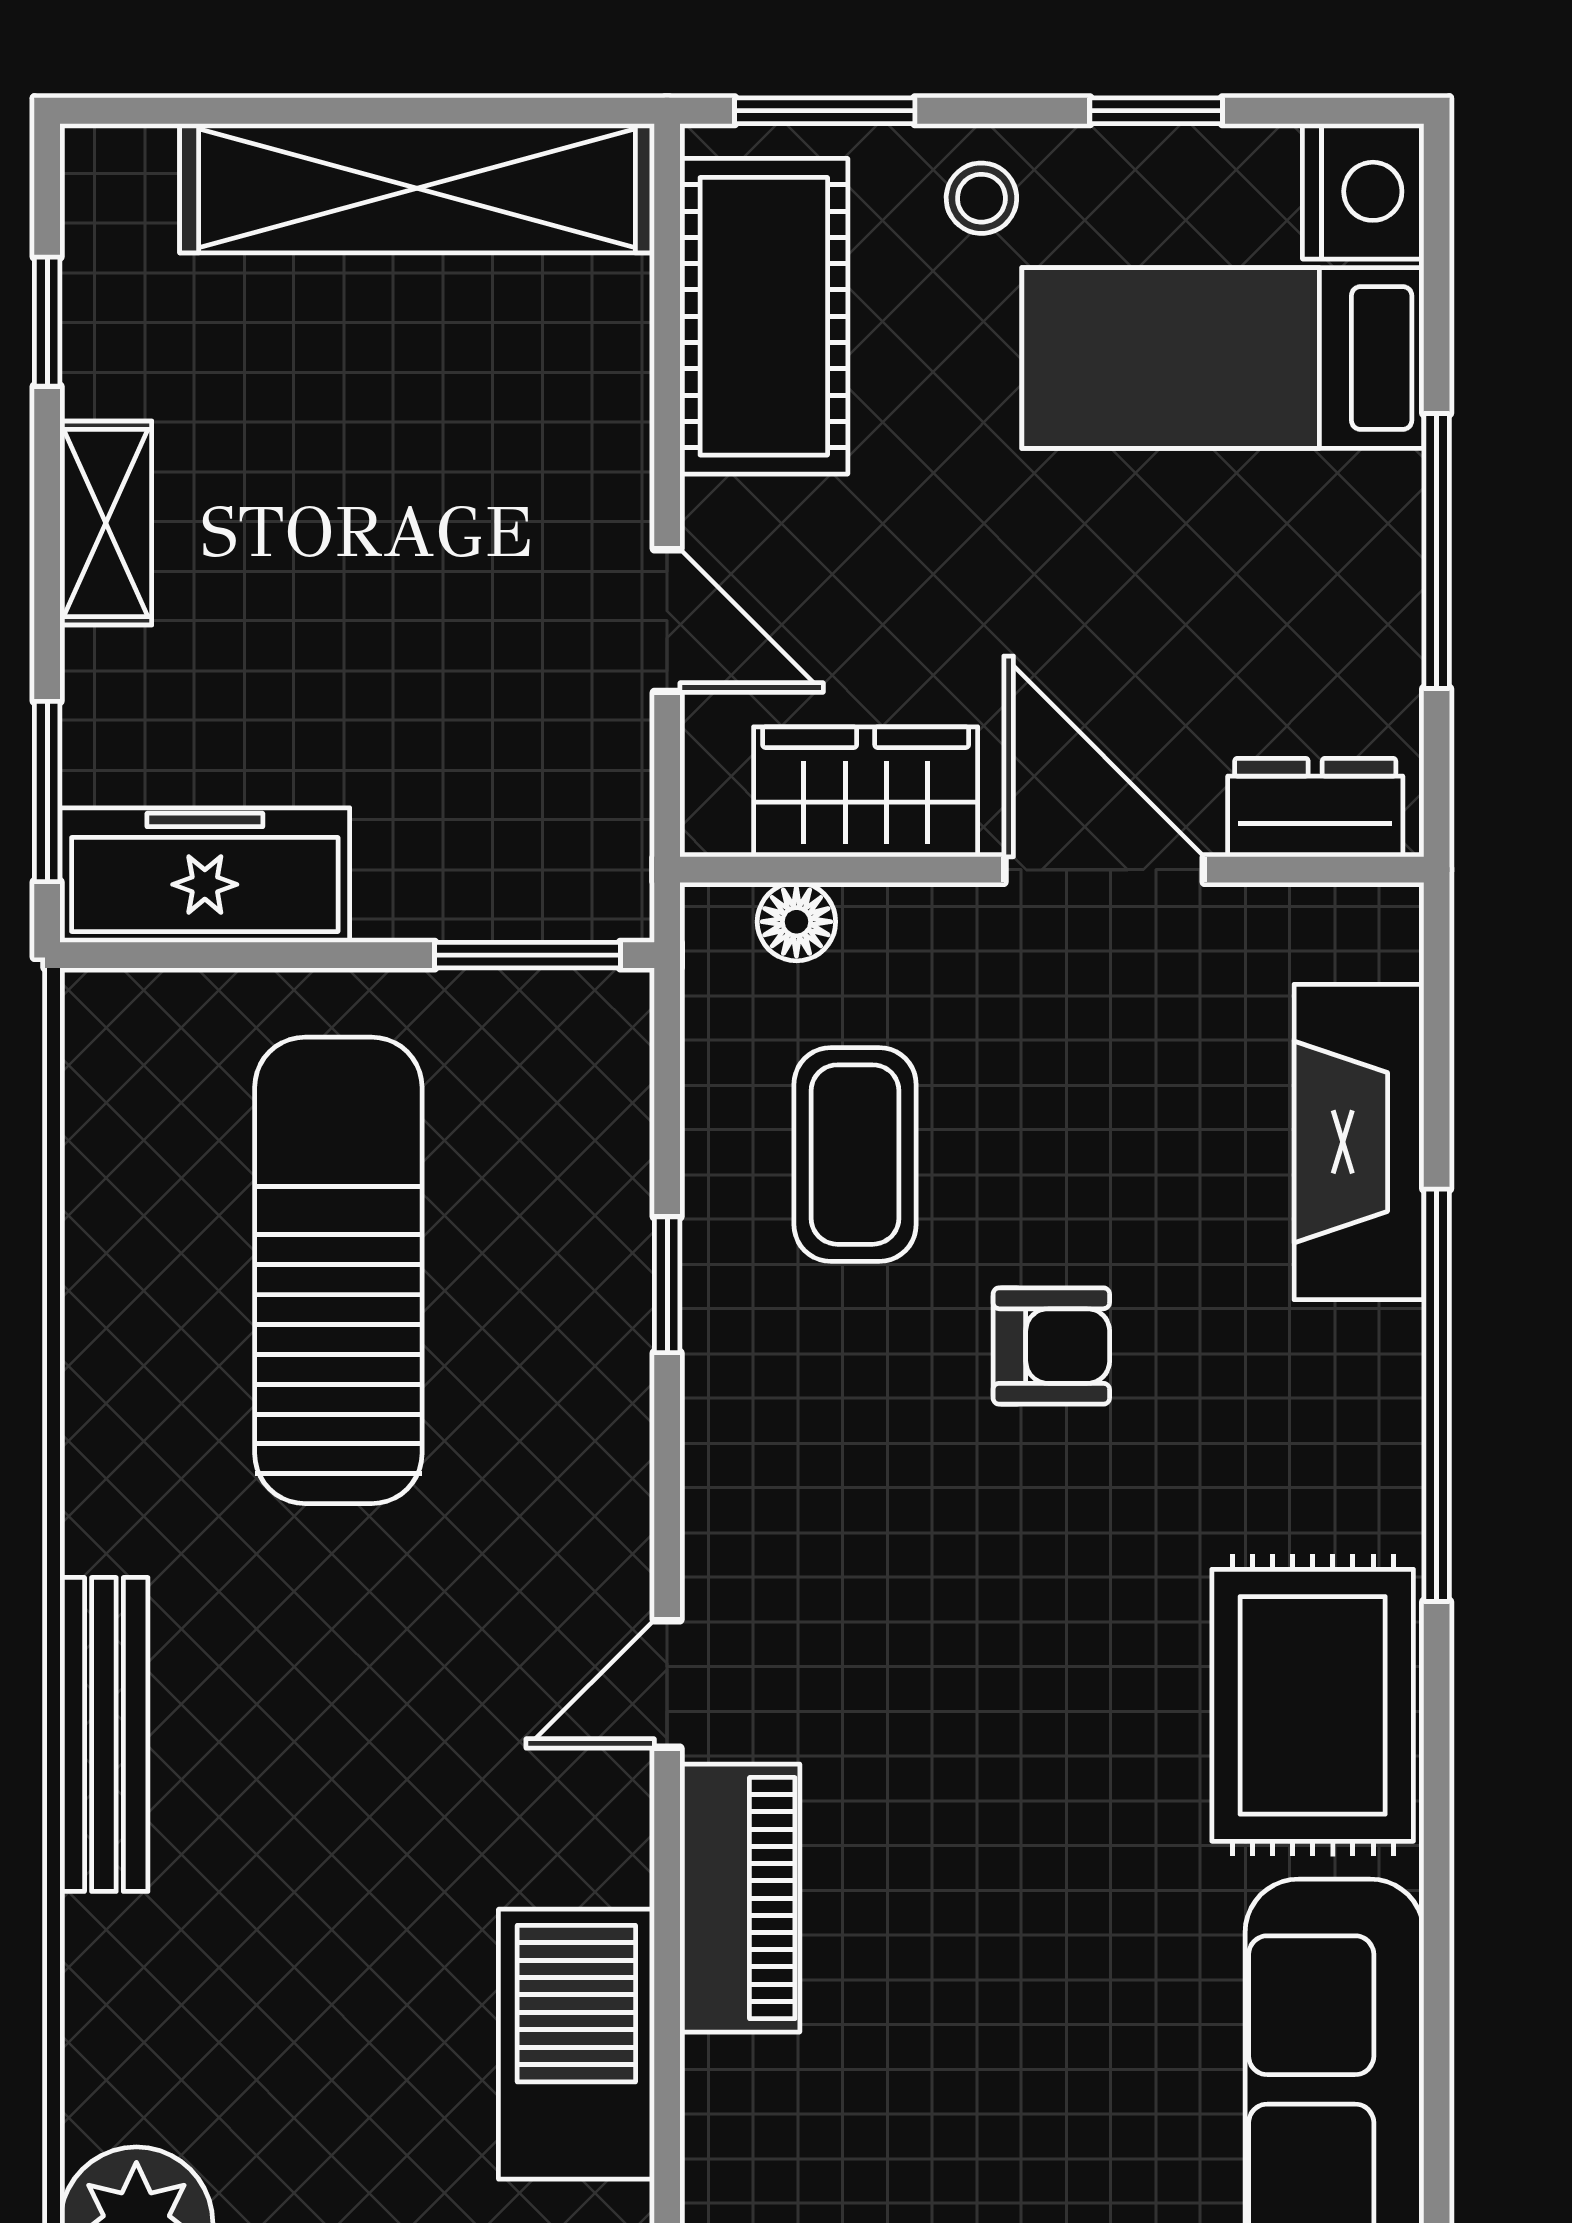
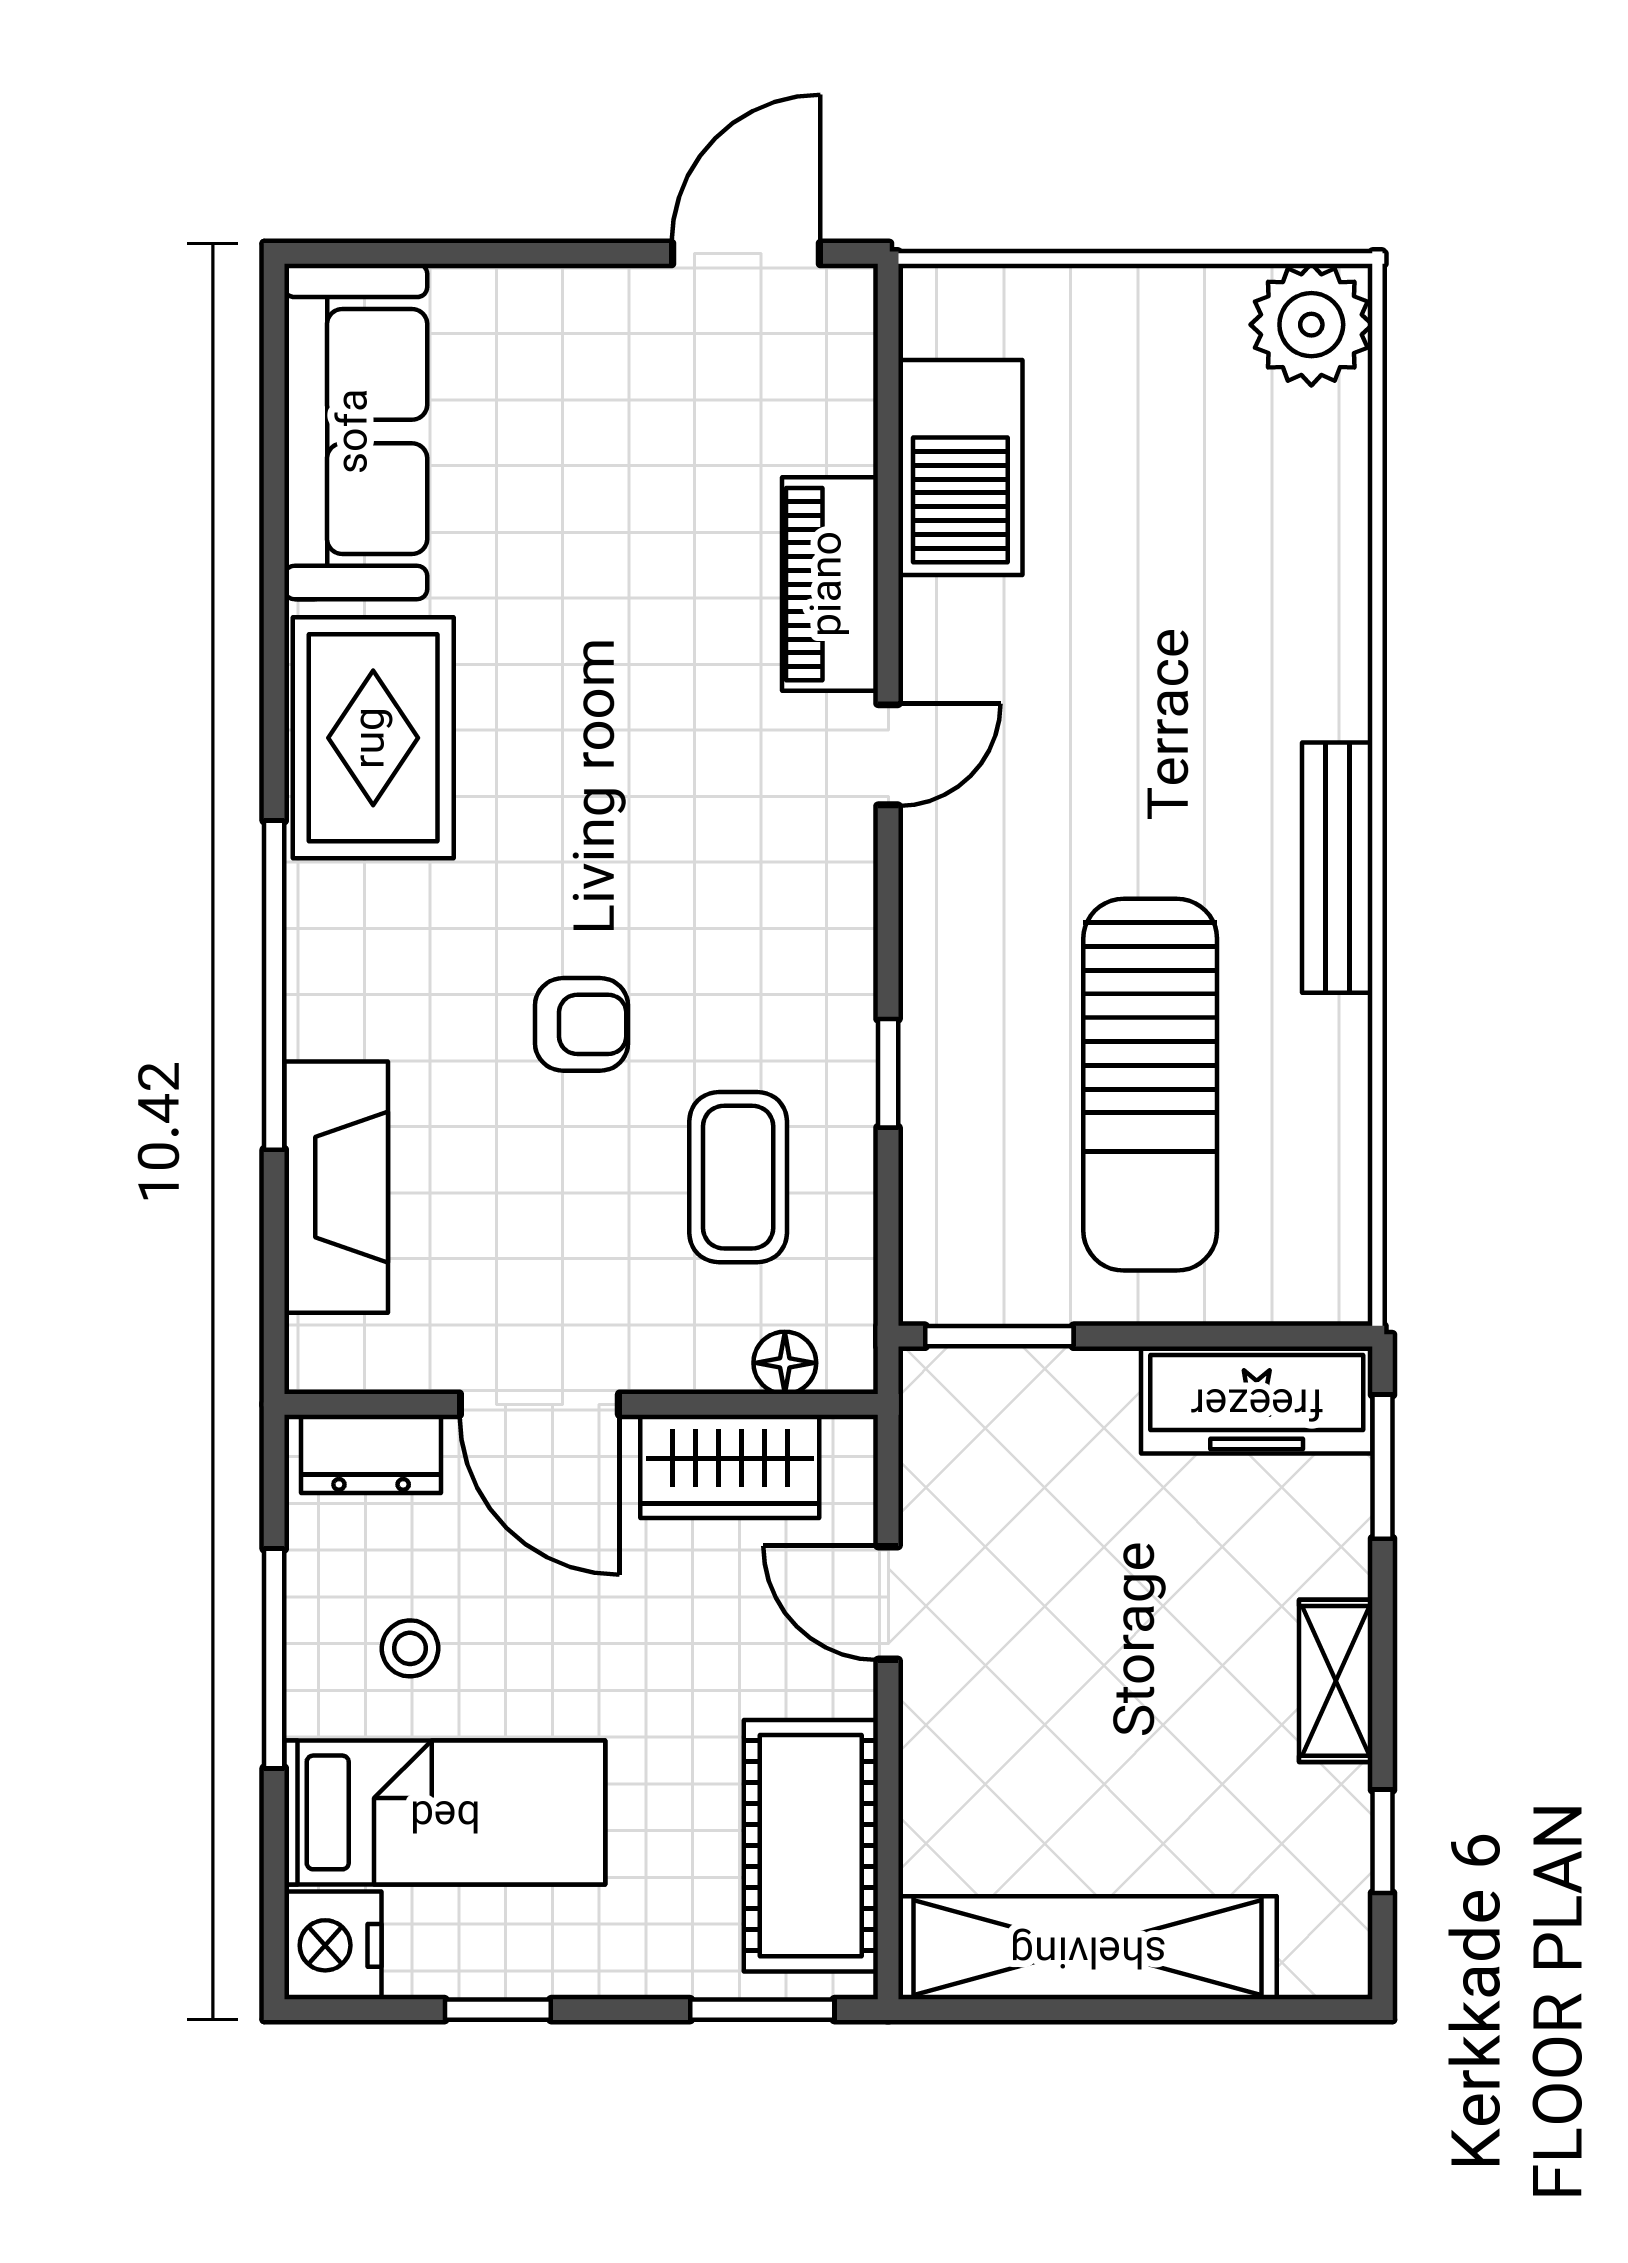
stool: (981, 198) -> (410, 1648), moved
armchair: (1051, 1346) -> (582, 1024), turned 180
bench: (104, 1734) -> (1337, 868), moved

